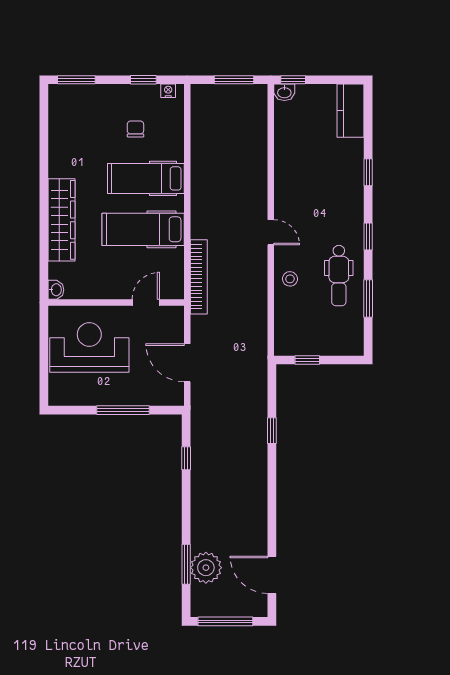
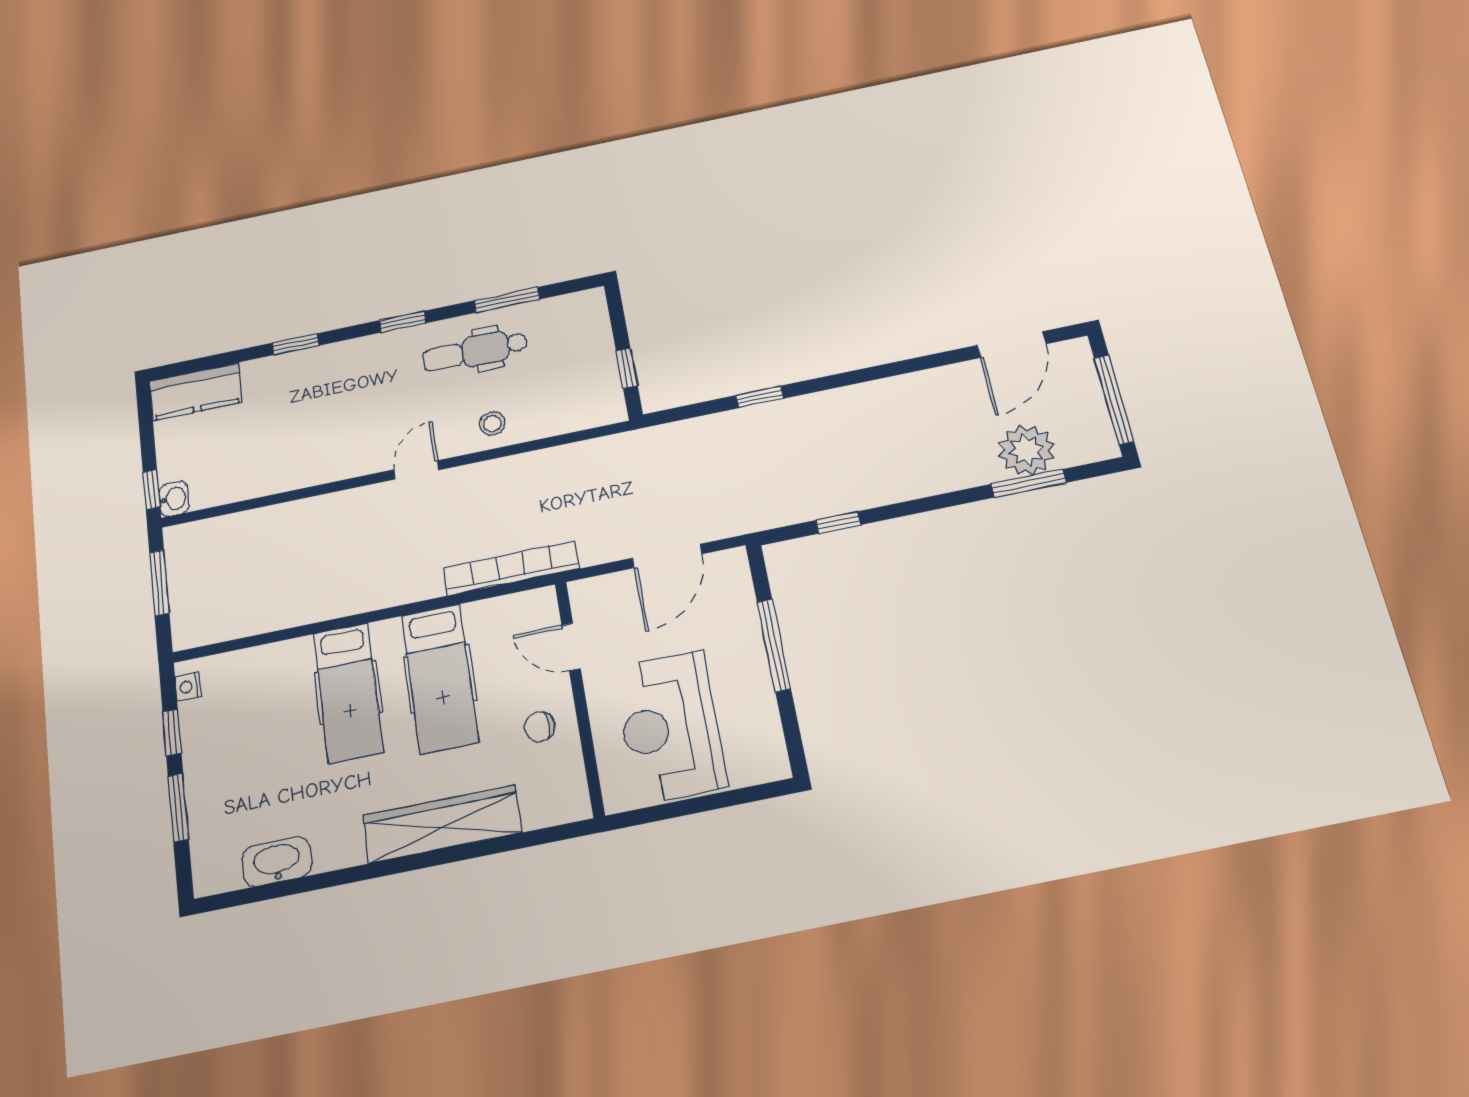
window: (76, 80) -> (178, 808), moved
chair: (135, 129) -> (540, 727), moved
dental chair: (339, 276) -> (475, 351), turned 180
washbasin: (56, 290) -> (277, 862), moved, width x1.91, depth x1.45

